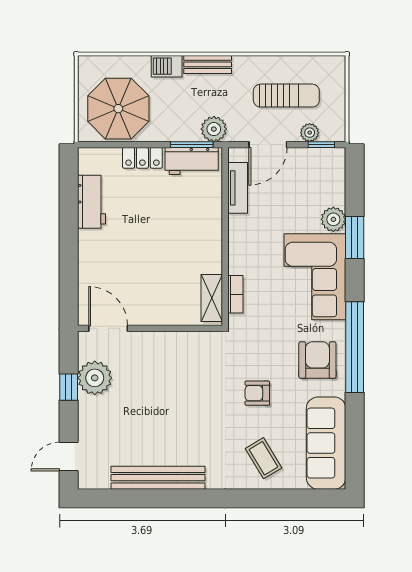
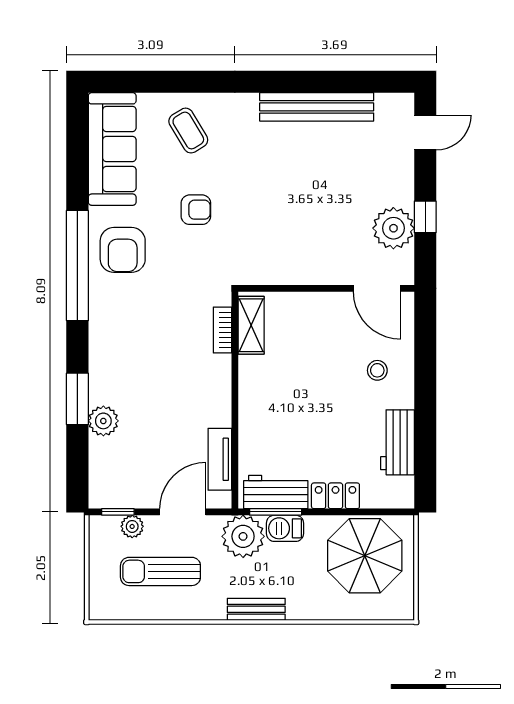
barbecue: (167, 66) -> (285, 528), moved, turned 180
plant: (214, 129) -> (243, 536), width x1.36, depth x1.36
stool: (108, 261) -> (377, 370), added
corner sofa: (315, 277) -> (126, 351), removed

